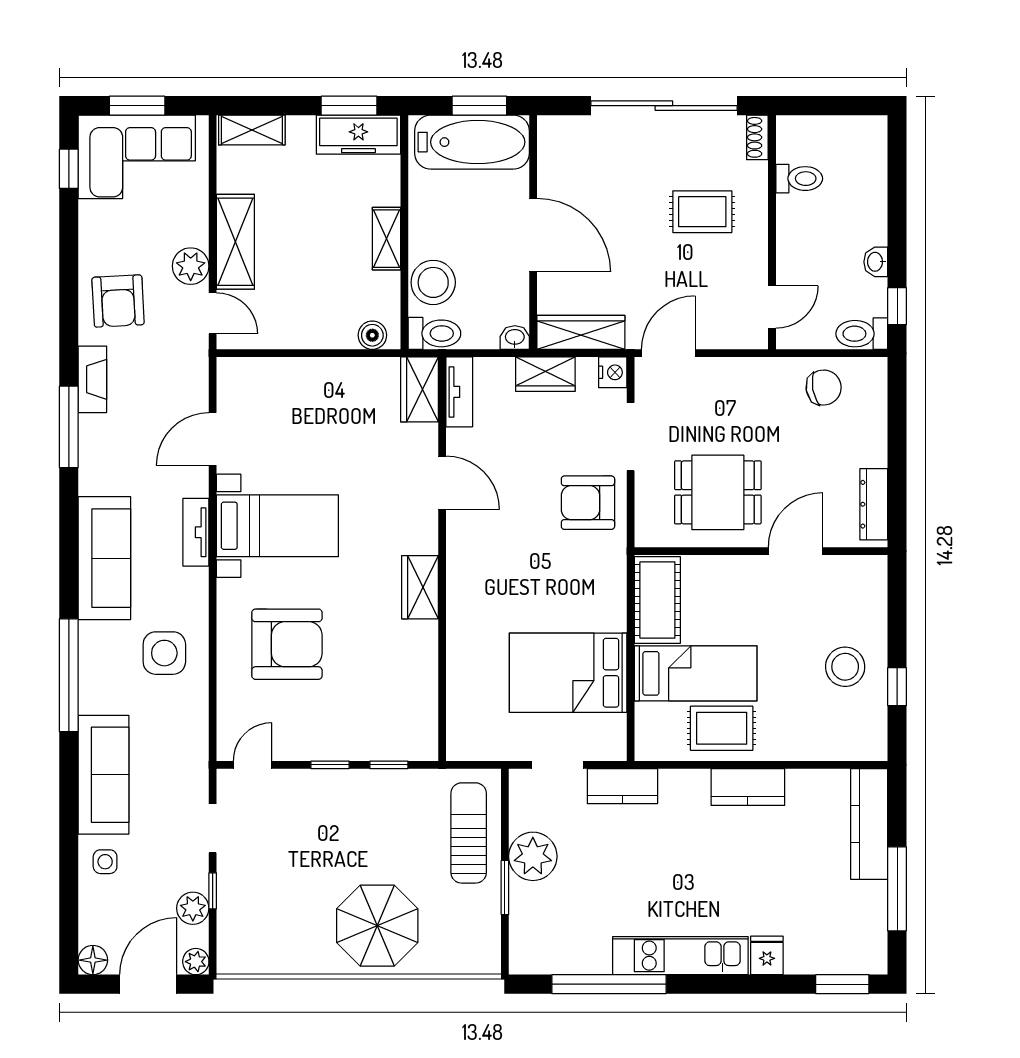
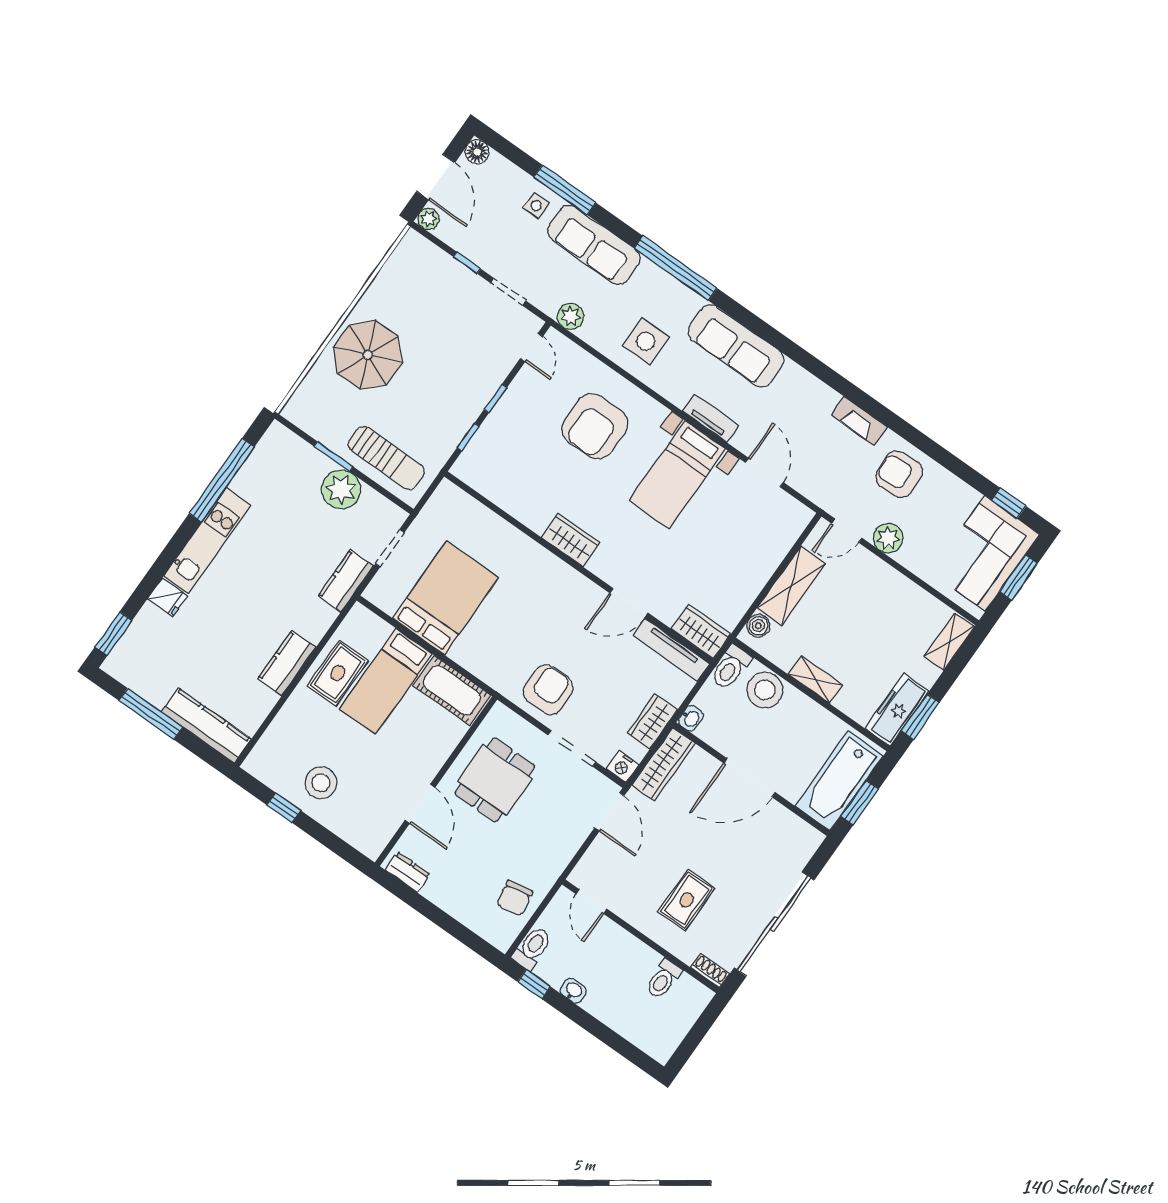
shelving: (235, 242) -> (791, 586), moved, turned 90
tv unit: (459, 392) -> (671, 650), width x1.41
window: (69, 427) -> (565, 190), moved
dresser: (874, 504) -> (407, 872), width x0.70
plant: (193, 908) -> (571, 316), moved

